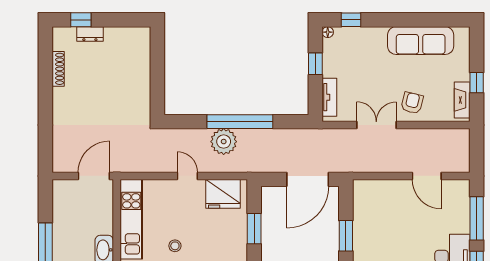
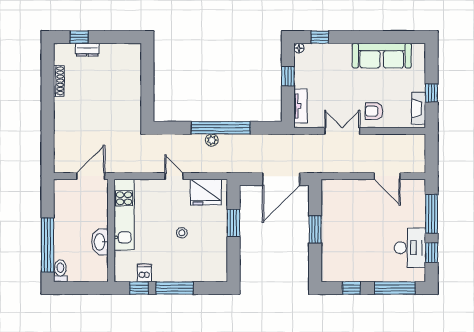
armchair: (412, 103) -> (374, 111), turned -104
plant: (224, 142) -> (212, 140), width x0.53, depth x0.53
stool: (175, 246) -> (182, 233), moved

